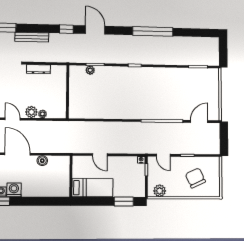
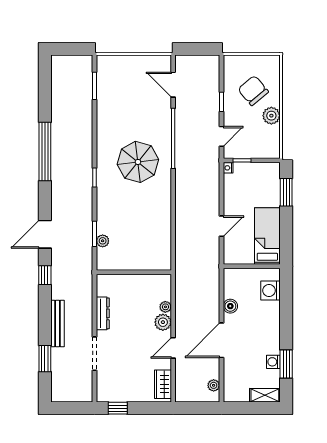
parasol: (145, 96) -> (138, 162), added
chair: (195, 178) -> (253, 91), turned 75
washing machine: (14, 190) -> (271, 291), moved
plant: (160, 191) -> (271, 116), moved

